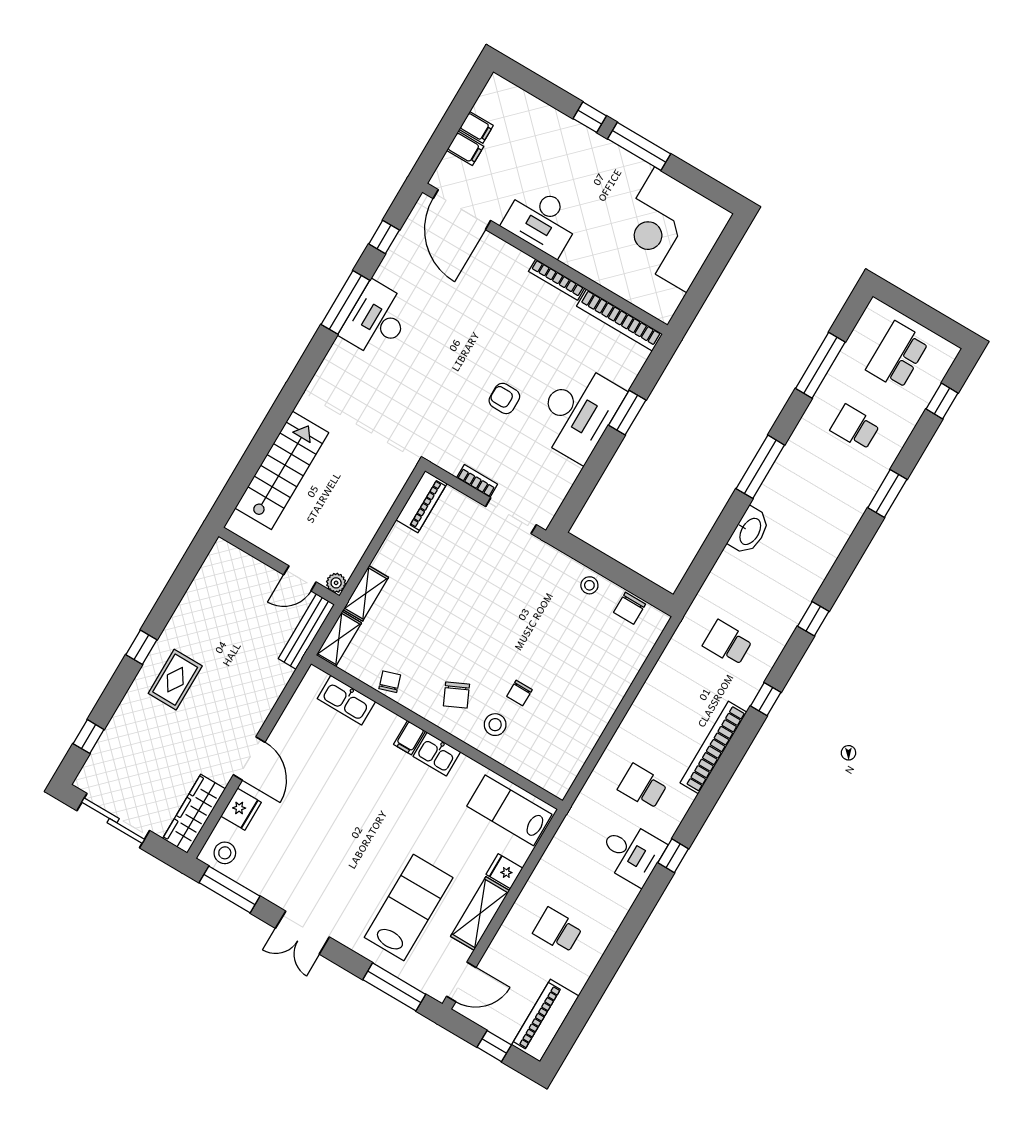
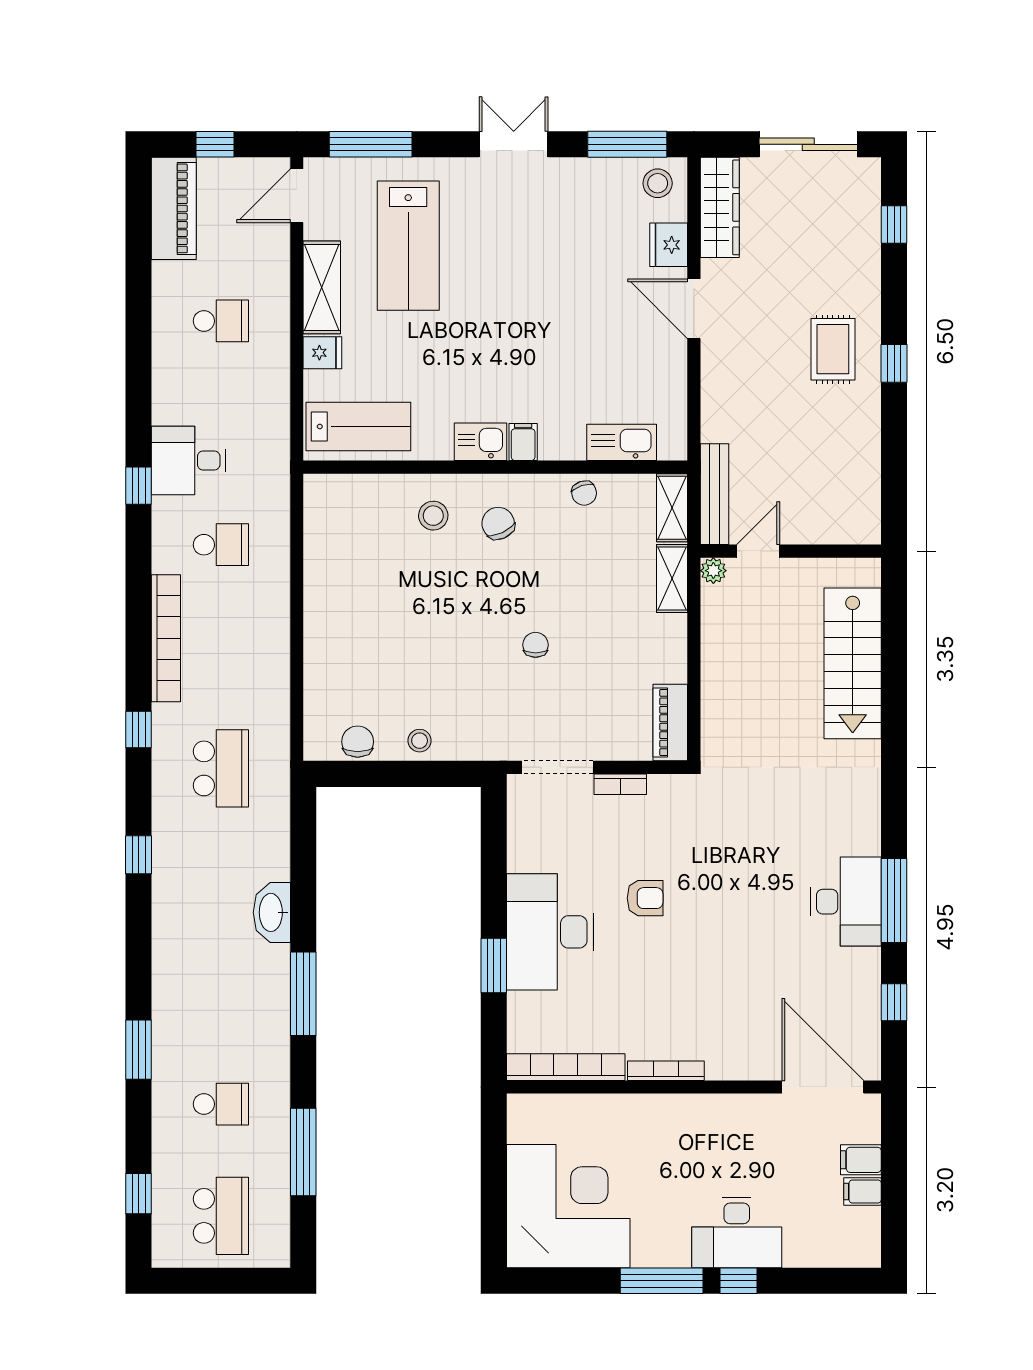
desk: (542, 220) -> (737, 1232), moved, turned 180
school desk: (728, 643) -> (221, 768), width x1.85
chair: (519, 693) -> (536, 645), moved

